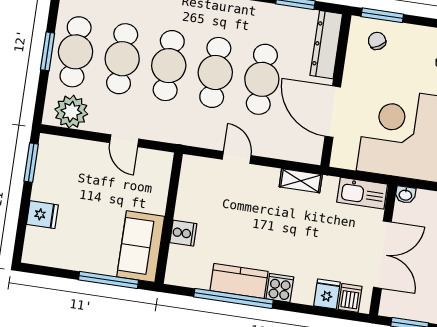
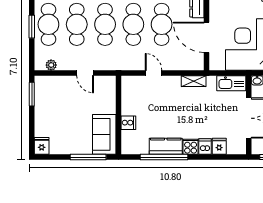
plant: (71, 112) -> (51, 65), width x0.53, depth x0.53
fridge: (42, 215) -> (42, 146), moved, turned -90
dishwasher: (350, 298) -> (205, 147), moved

